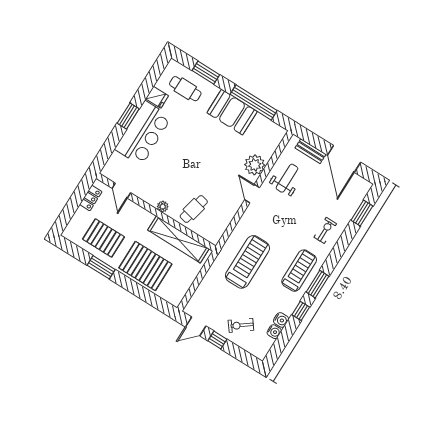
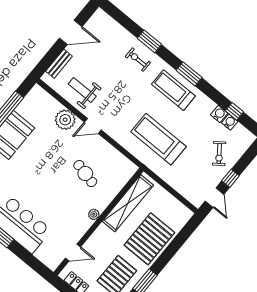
door: (344, 159) -> (71, 32), width x0.73
cafe table: (194, 209) -> (85, 174), moved
window: (362, 213) -> (149, 41), moved
window: (301, 311) -> (234, 111), moved

